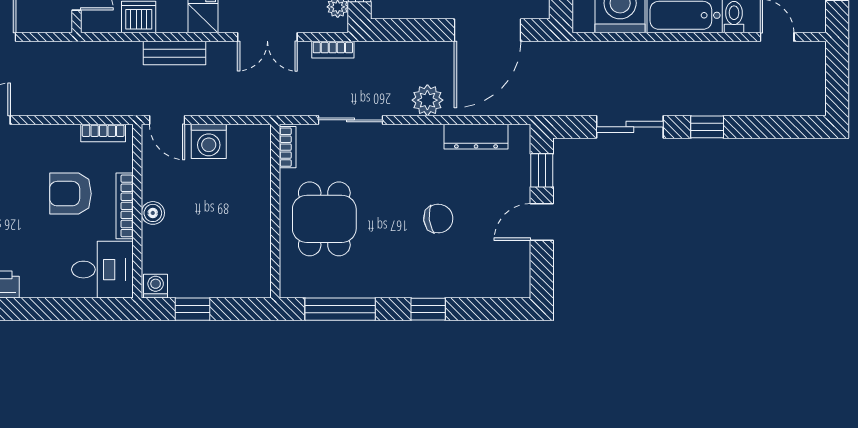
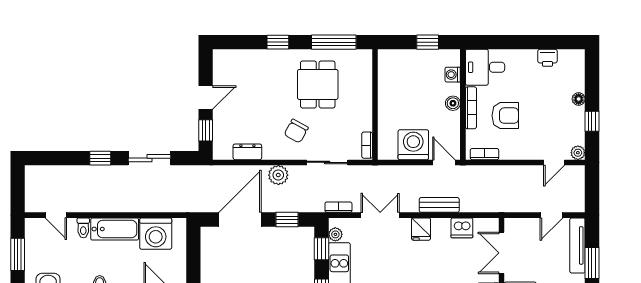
window: (414, 30) -> (287, 220), added
dresser: (476, 137) -> (247, 152), width x0.70
washing machine: (209, 141) -> (413, 145), width x1.37, depth x1.37
dining table: (324, 219) -> (318, 84), moved
chair: (438, 219) -> (296, 131), moved, turned -54
washing machine: (156, 286) -> (453, 75), moved, turned 90

